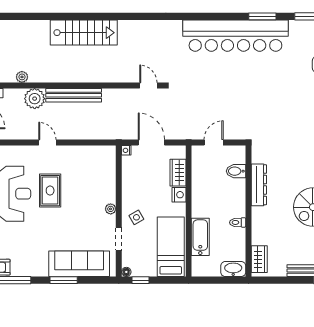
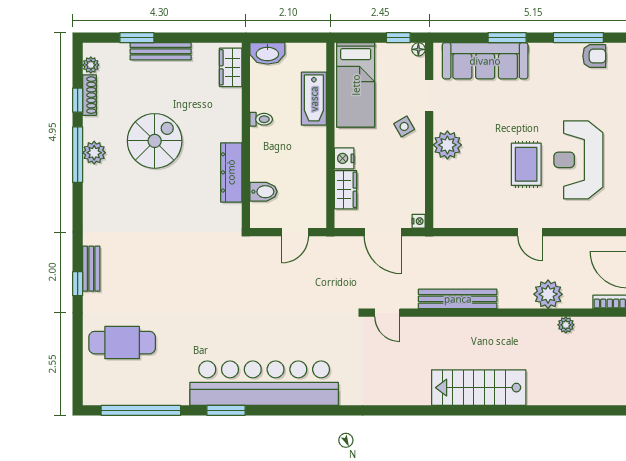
bench: (74, 95) -> (458, 299), moved
plant: (111, 209) -> (447, 145), width x1.88, depth x1.88

